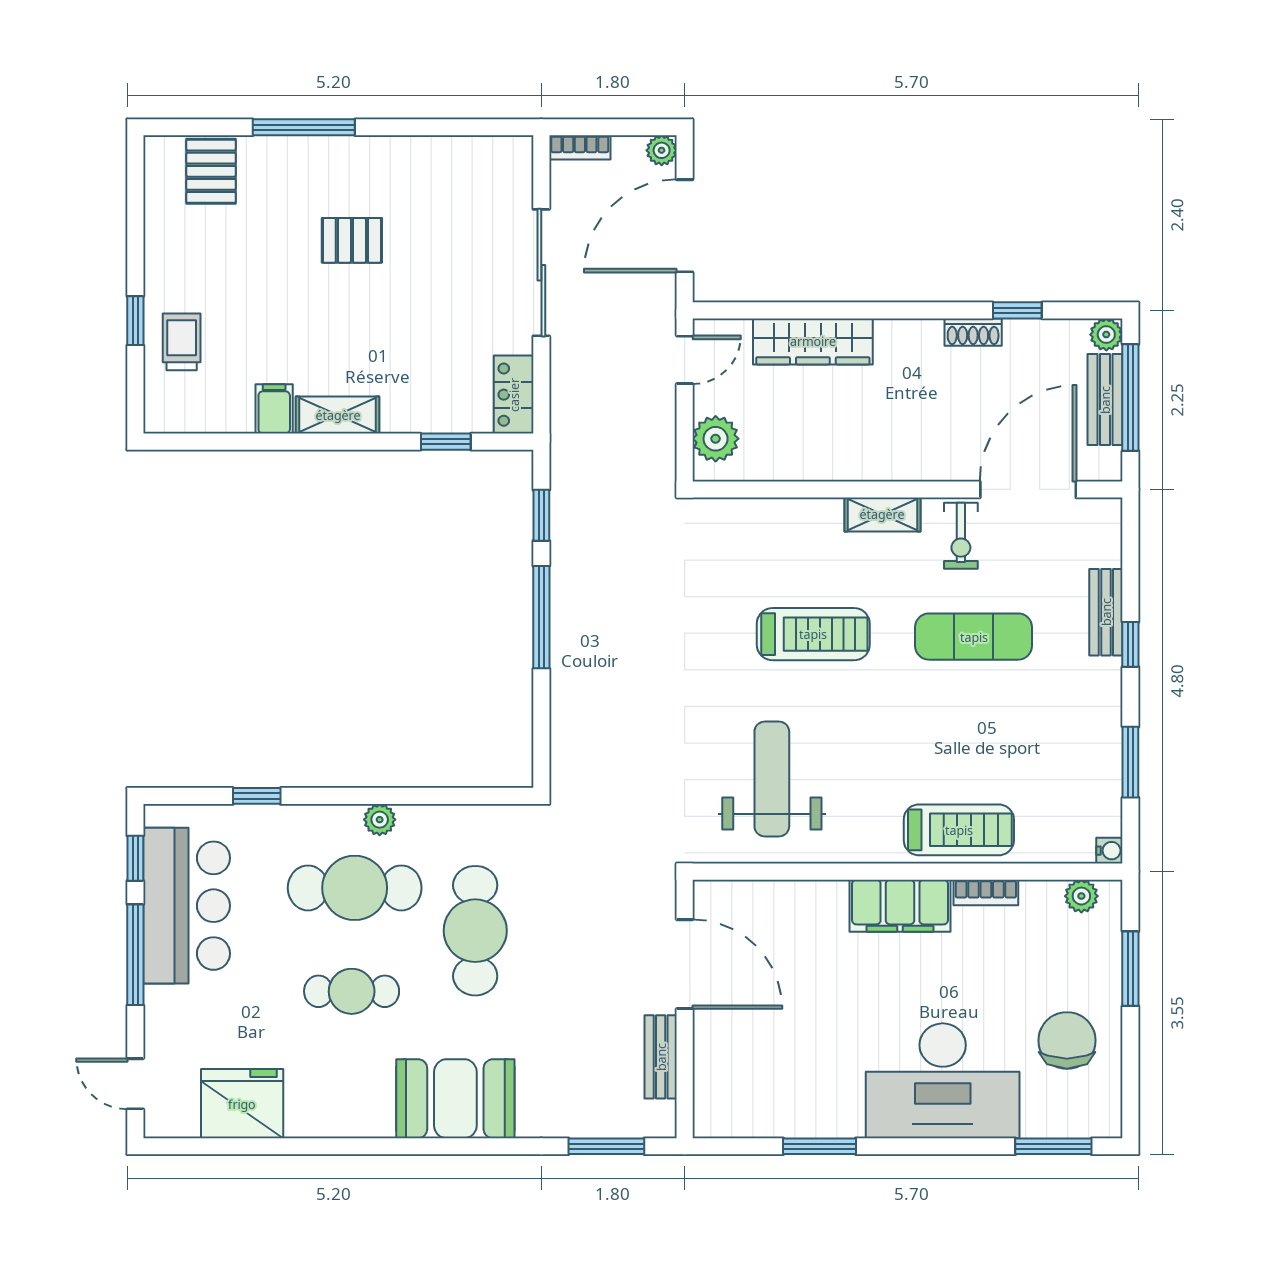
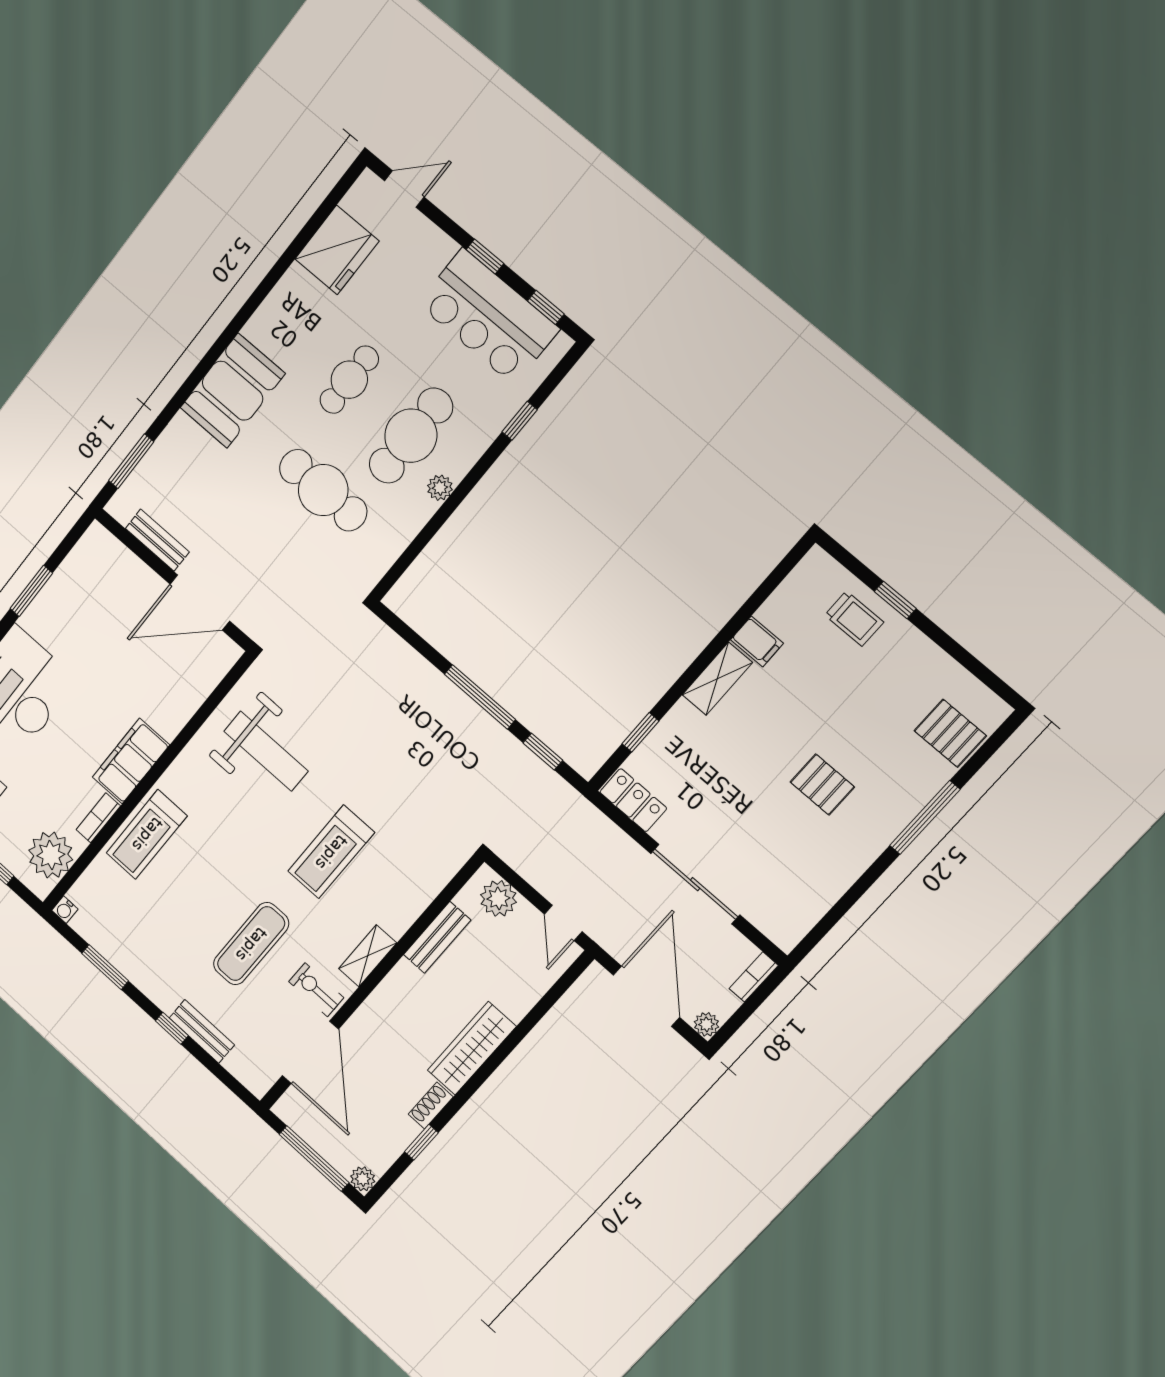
pallet: (352, 240) -> (822, 785), turned 90
wardrobe: (813, 341) -> (472, 1048), moved
bench: (1105, 400) -> (437, 937), moved, turned 90
plant: (1081, 896) -> (51, 855), width x1.87, depth x1.87
window: (135, 955) -> (485, 256), width x0.46

